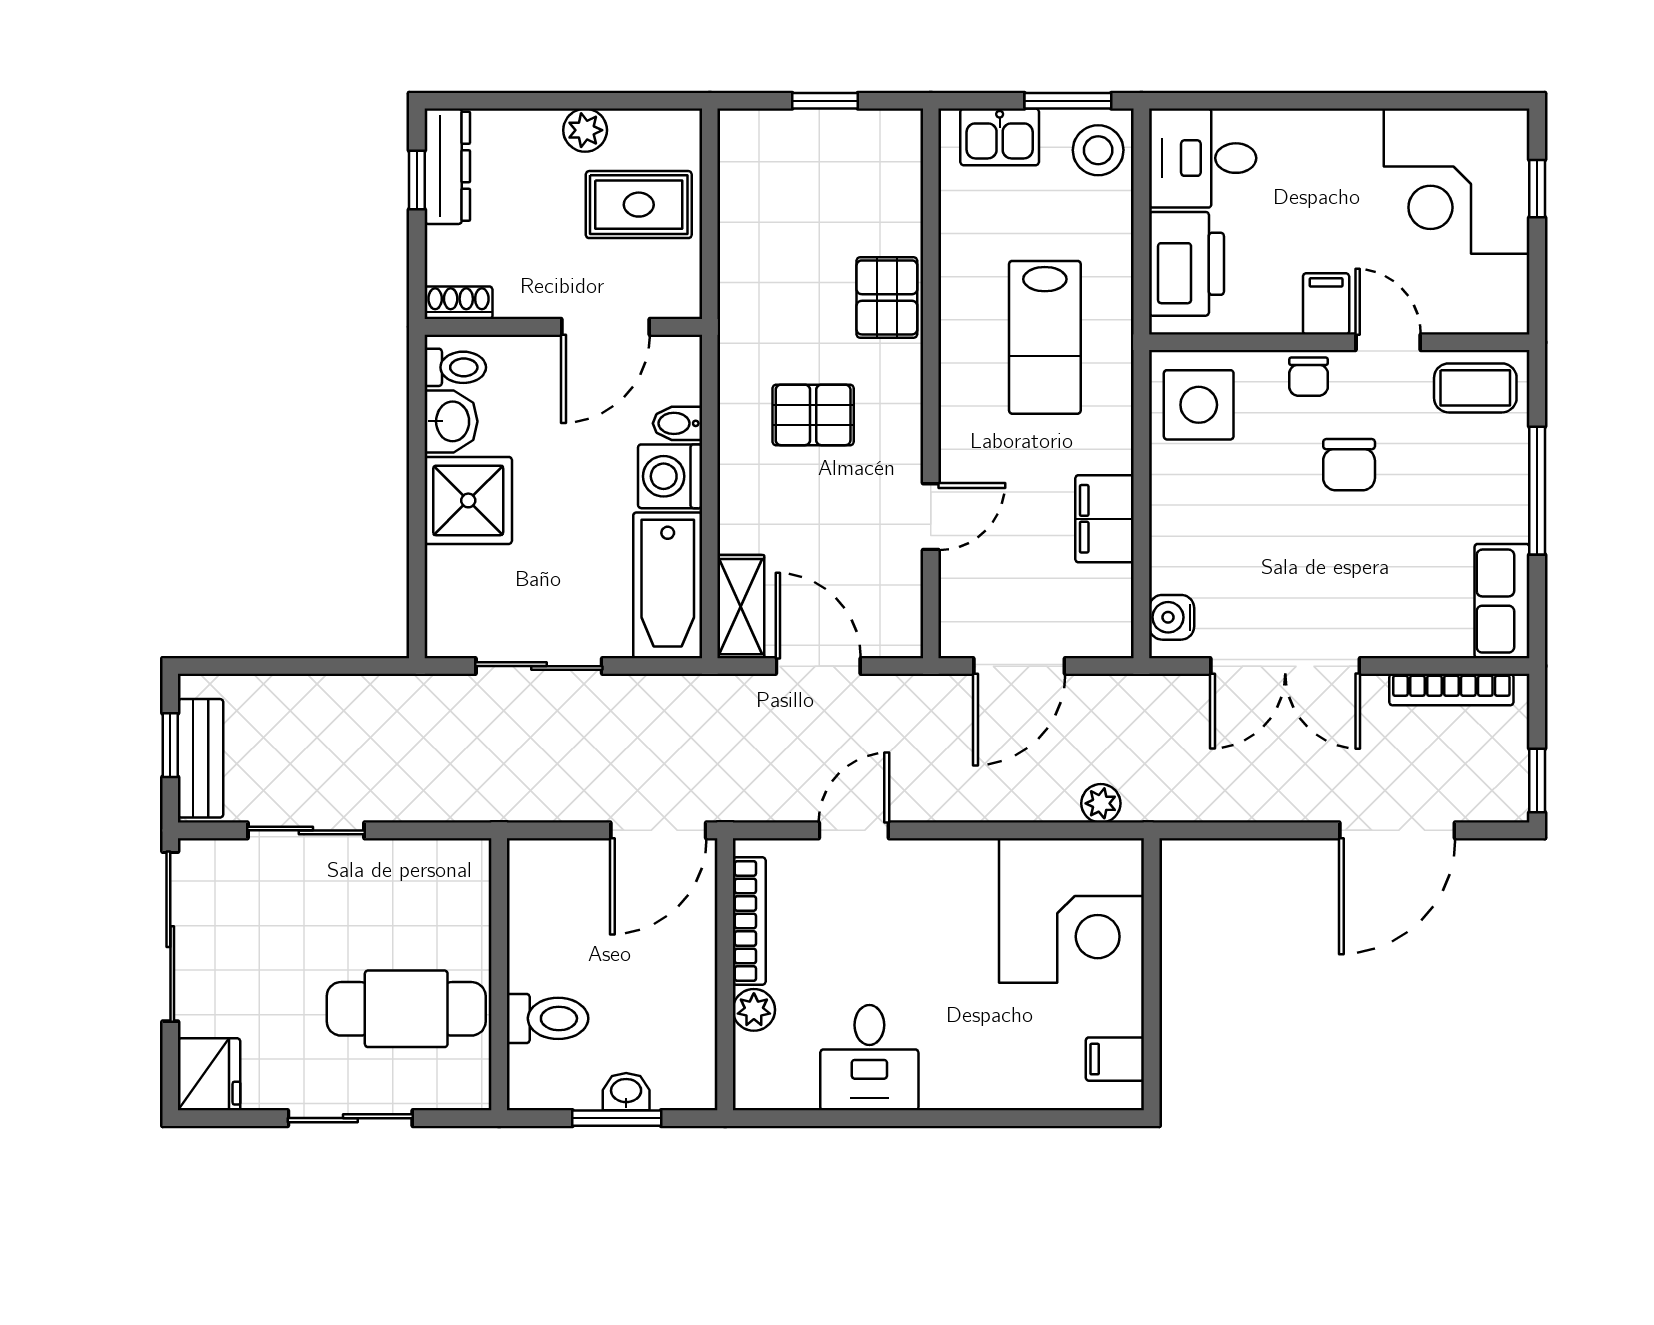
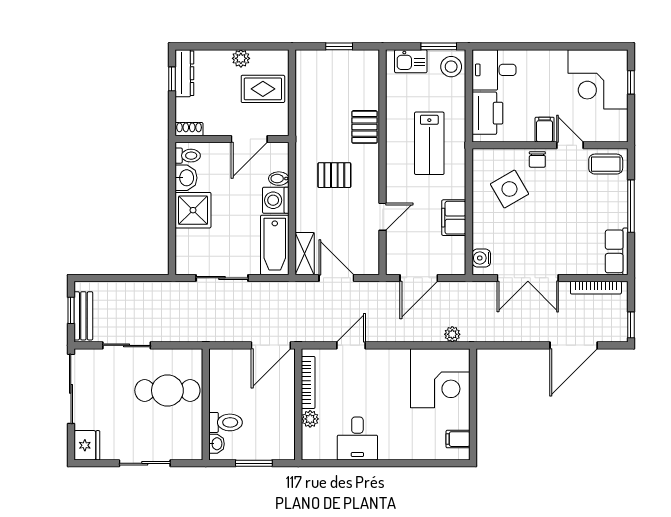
side table: (1199, 405) -> (509, 189), moved, turned -30
chair: (1349, 465) -> (554, 196), removed
cafe table: (406, 1009) -> (167, 390), moved
washbasin: (626, 1092) -> (217, 444), moved, turned 90

